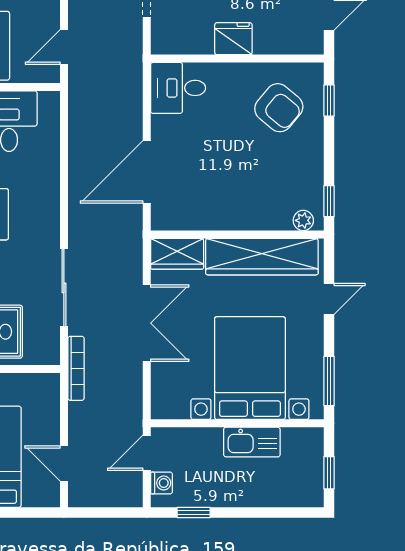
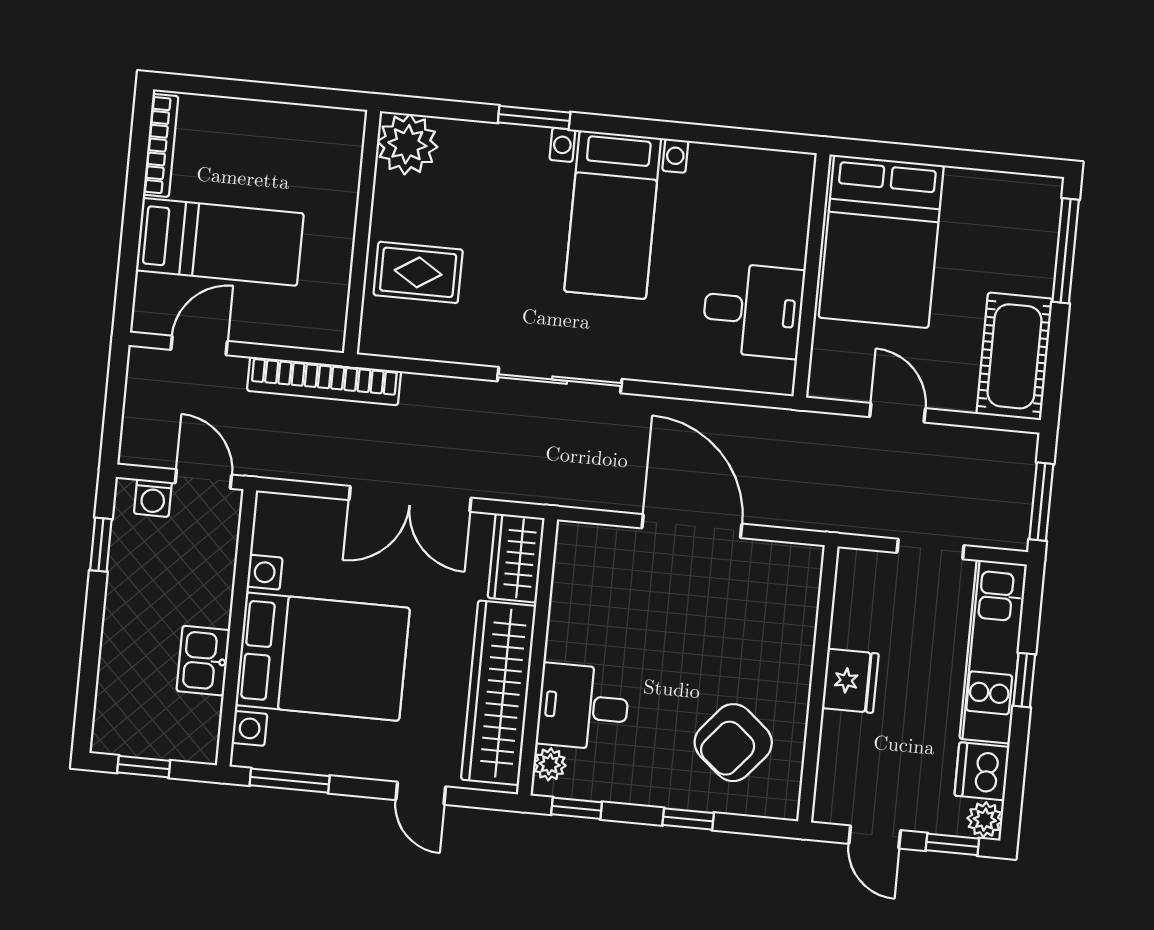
door: (64, 47) -> (897, 413), moved
desk: (178, 88) -> (583, 707), moved, turned -90
window: (329, 100) -> (688, 819), moved
door: (147, 172) -> (692, 526), moved
sliding door: (64, 288) -> (560, 380), moved
bookcase: (76, 368) -> (324, 381), width x1.48, depth x1.31
kitchen sink: (252, 442) -> (203, 661), width x0.73

